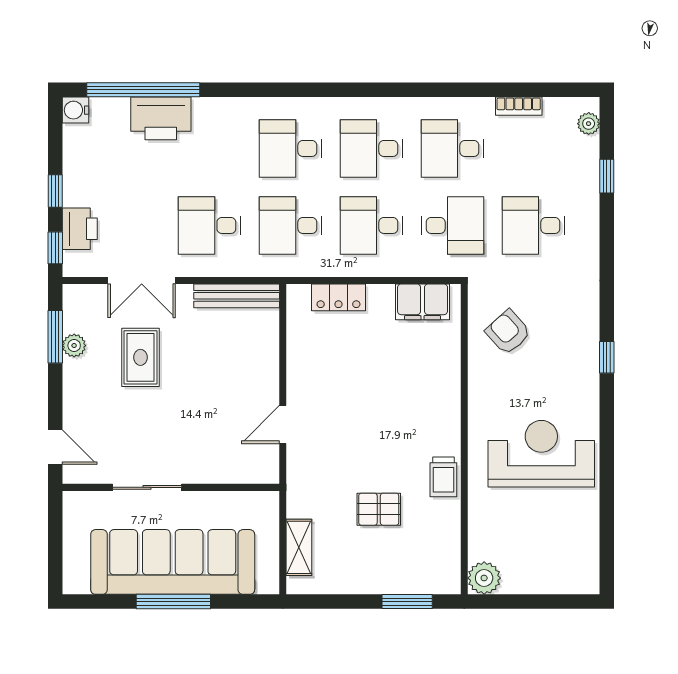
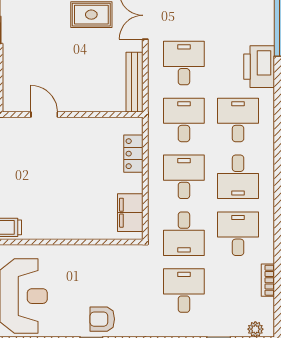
printer: (161, 118) -> (259, 67), moved
desk: (372, 148) -> (238, 177), turned 180
armchair: (508, 332) -> (102, 319), moved, turned -138

